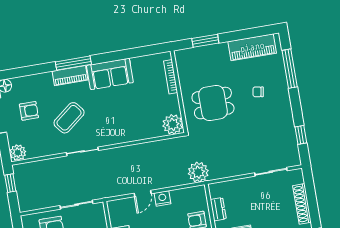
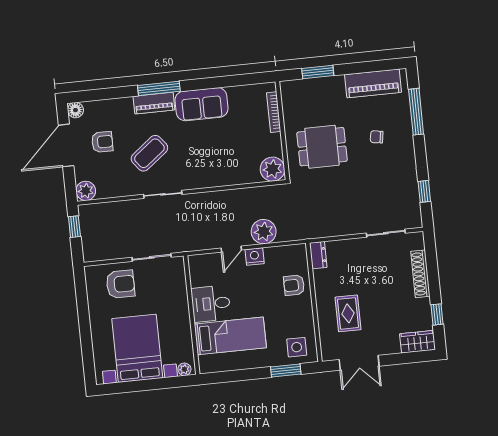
plant: (198, 172) -> (264, 232), moved
dresser: (218, 209) -> (318, 255), moved

